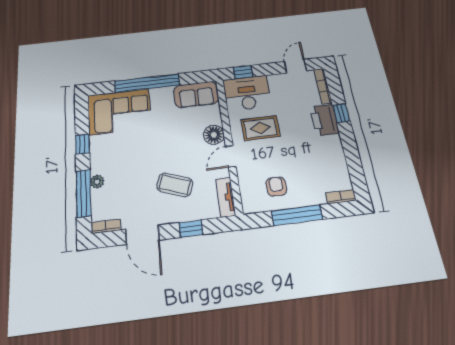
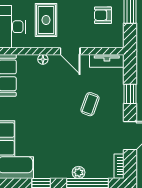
floor lamp: (214, 135) -> (43, 59), width x0.53, depth x0.53
coffee table: (175, 185) -> (90, 104), width x0.73, depth x0.77

